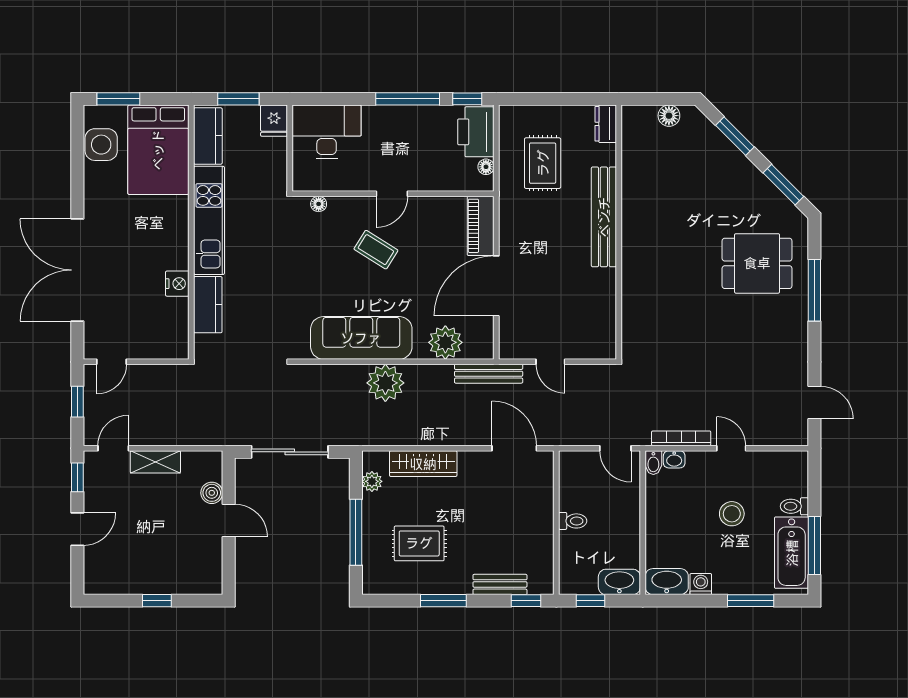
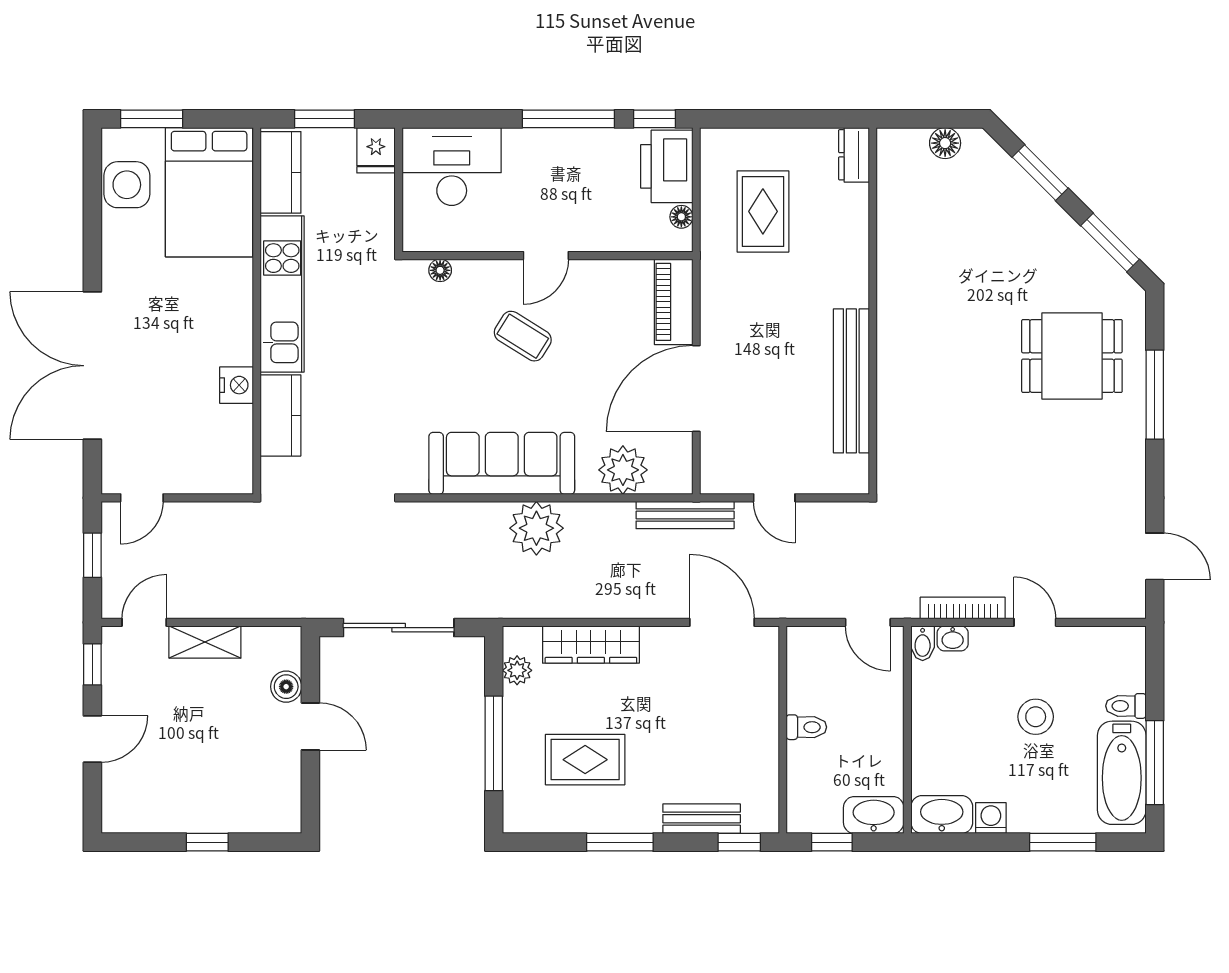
bench: (604, 217) -> (851, 381), moved

